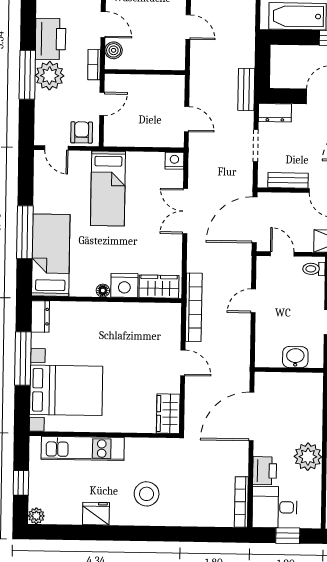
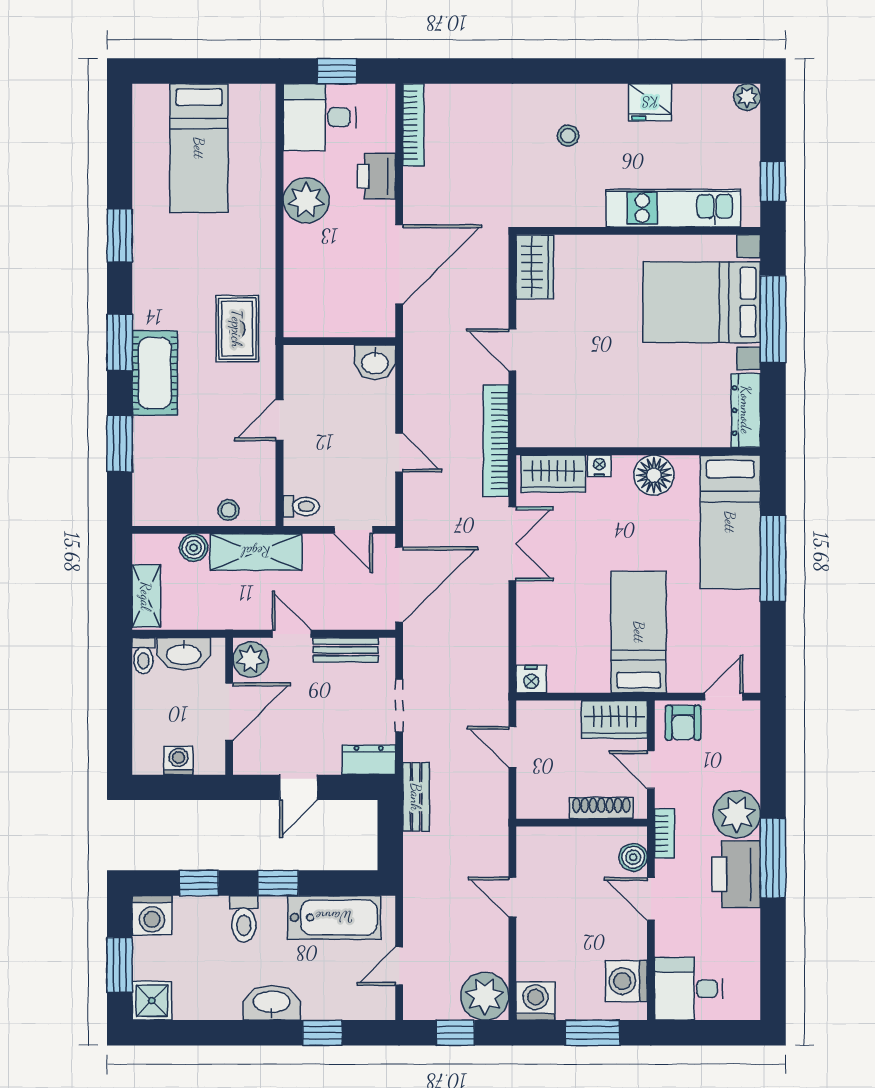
window: (27, 75) -> (773, 858), moved
shoe rack: (133, 81) -> (601, 808), added
door: (102, 104) -> (651, 770), hinge flipped
wardrobe: (124, 135) -> (614, 719), added
door: (56, 148) -> (724, 697), hinge flipped
double door: (185, 211) -> (512, 544), moved
nightstand: (124, 285) -> (599, 466), width x0.53, depth x0.56
floor lamp: (103, 291) -> (654, 475), width x1.89, depth x1.89
door: (253, 301) -> (399, 453), hinge flipped
dresser: (40, 317) -> (746, 410), width x1.44
washbasin: (295, 357) -> (375, 362), moved
window: (23, 359) -> (773, 319), moved
window: (21, 483) -> (773, 182), moved
stool: (147, 494) -> (568, 136), width x0.53, depth x0.53
desk: (275, 507) -> (319, 117), moved, turned 180

